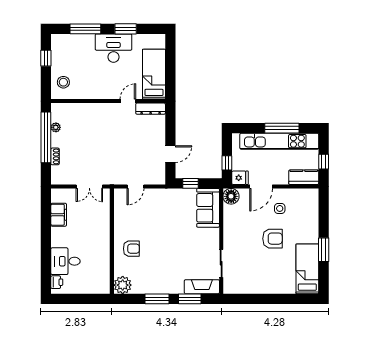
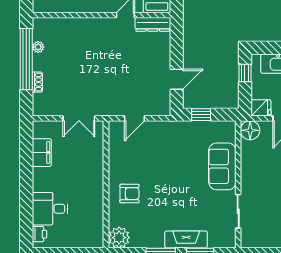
window: (227, 163) -> (245, 73), moved
sofa: (208, 208) -> (222, 166), moved
fireplace: (202, 287) -> (186, 240), moved

